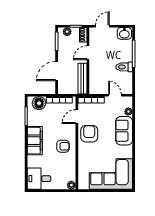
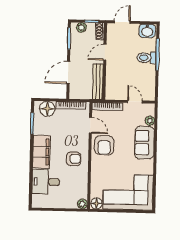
toilet: (124, 67) -> (146, 58), moved
door: (77, 117) -> (90, 125), swing flipped
armchair: (89, 134) -> (104, 145), turned 180
desk: (39, 179) -> (46, 182), moved
floor lamp: (84, 185) -> (97, 203), added

